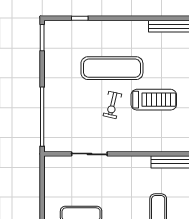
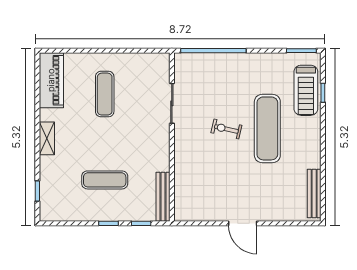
treadmill: (154, 100) -> (306, 90), moved

